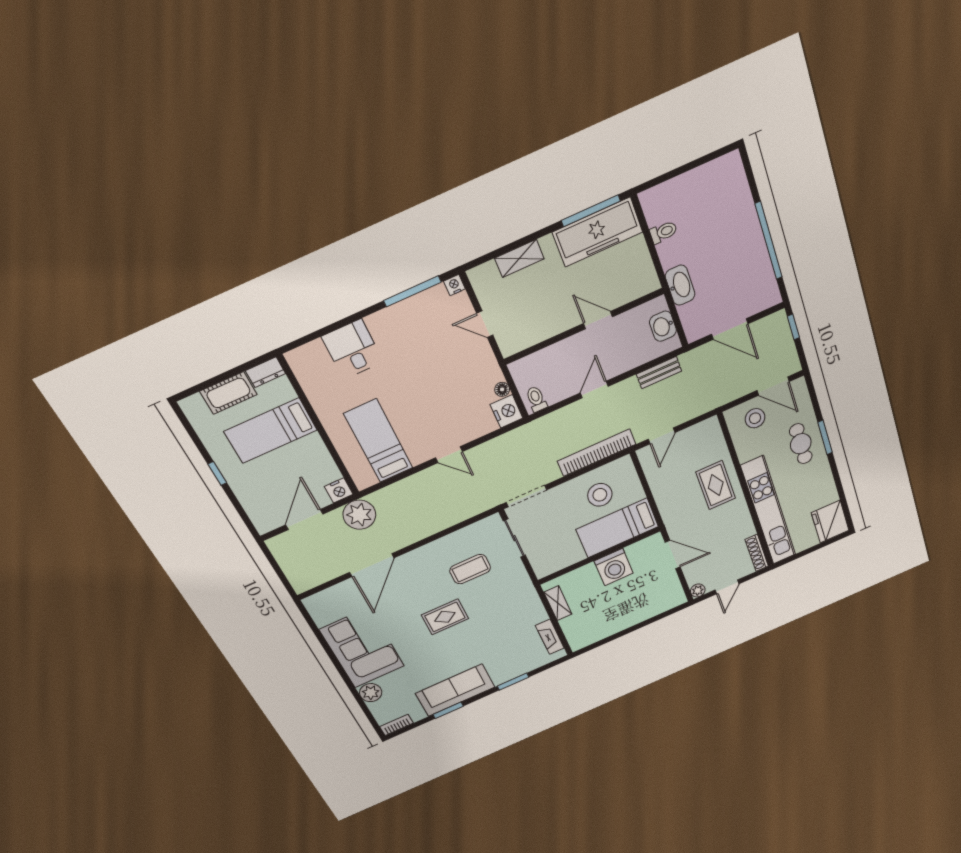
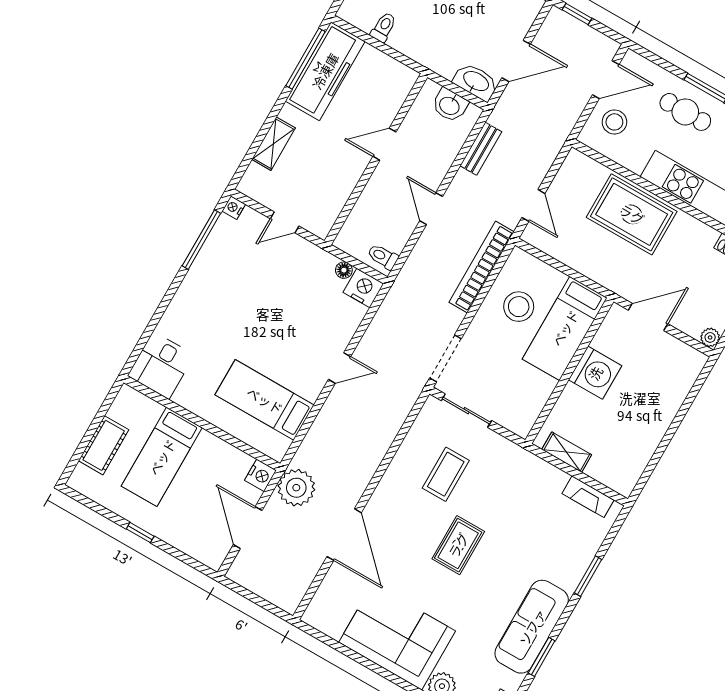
washbasin: (680, 285) -> (476, 82), moved
desk: (352, 349) -> (161, 365), moved, turned -90
dresser: (266, 372) -> (123, 403), removed
rug: (716, 485) -> (632, 214), width x1.36, depth x1.43

